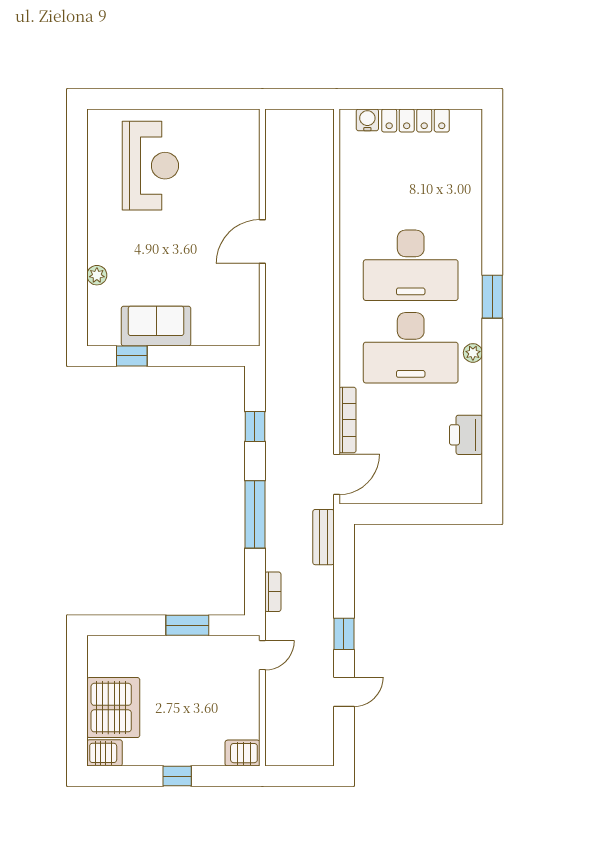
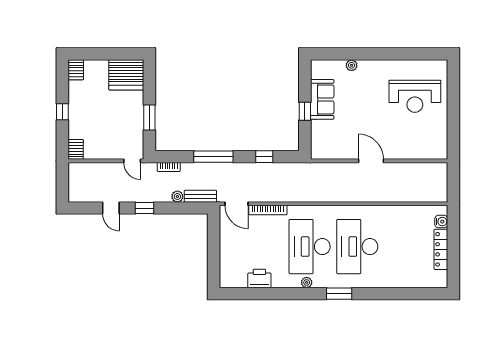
window: (132, 356) -> (305, 111), moved
plant: (324, 577) -> (177, 196), added
server rack: (113, 708) -> (126, 75), moved

